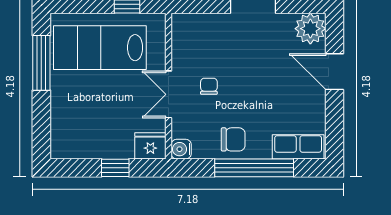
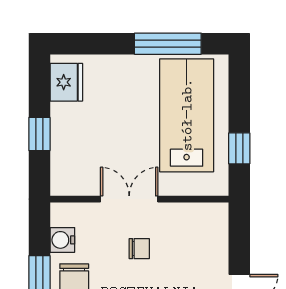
fridge: (150, 146) -> (66, 82), moved
water cooler: (181, 149) -> (62, 240), moved, turned -90

